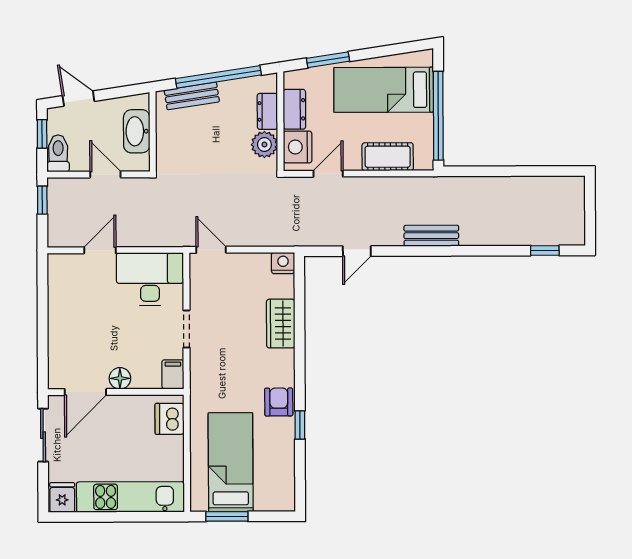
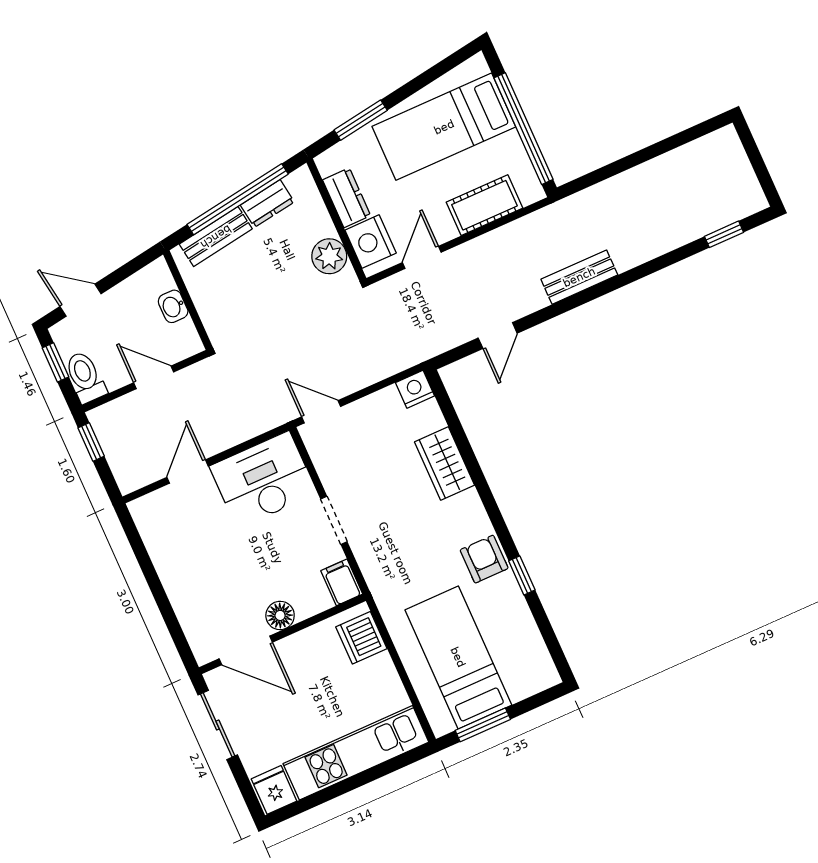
dresser: (267, 111) -> (267, 203), moved, turned -99
washbasin: (137, 131) -> (173, 306), width x0.52, depth x0.69
door: (85, 392) -> (246, 650), hinge flipped

